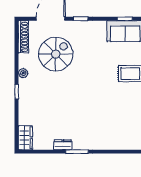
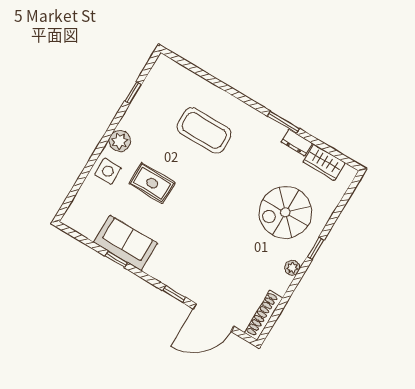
spiral stairs: (56, 54) -> (285, 212), moved
coffee table: (119, 121) -> (204, 130), added
wardrobe: (25, 138) -> (324, 162), moved, turned -90

